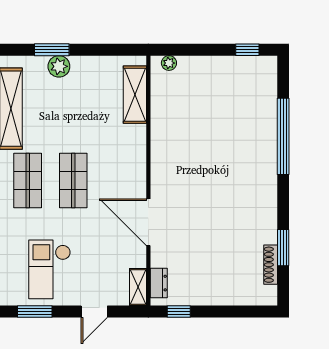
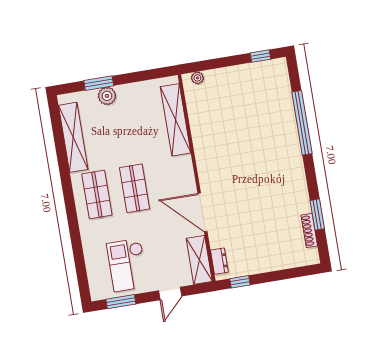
shelving: (135, 95) -> (176, 120), width x1.47
shelving: (138, 287) -> (199, 260), width x1.50, depth x1.33

